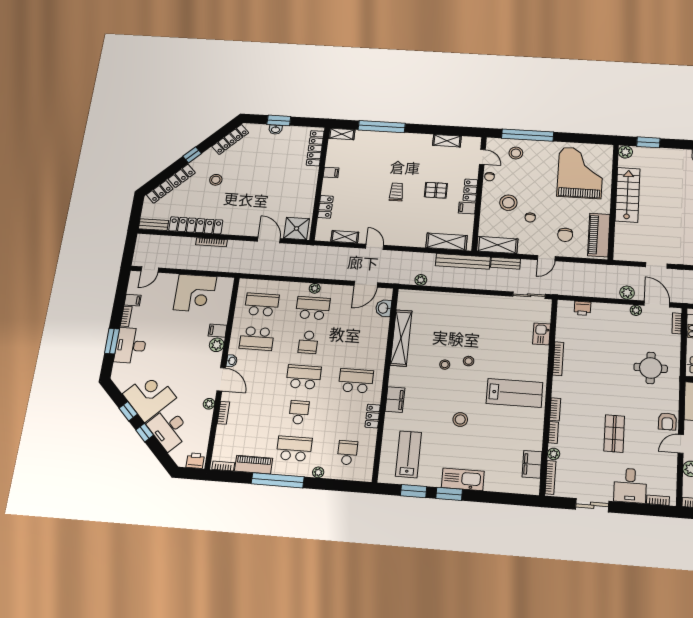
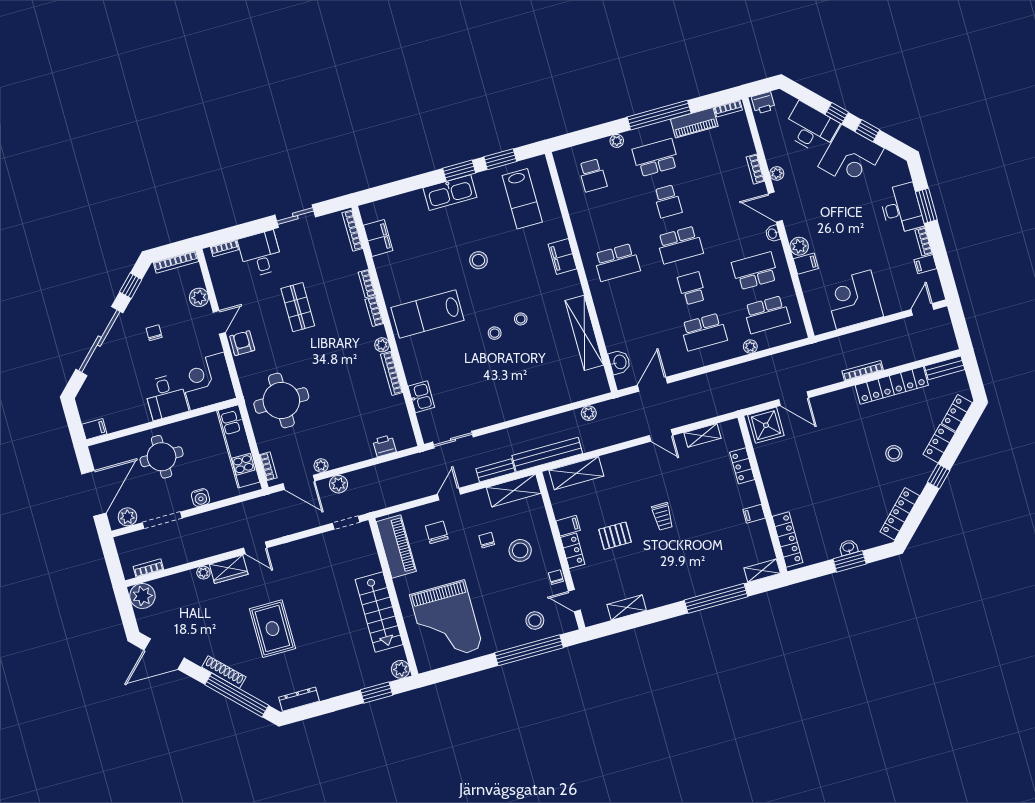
doorway: (656, 265) -> (346, 523), moved
plant: (315, 288) -> (750, 347), moved
round table: (651, 368) -> (281, 400), width x1.36, depth x1.36
locker: (373, 416) -> (581, 228), removed
school desk: (294, 449) -> (656, 158), turned 180
plant: (554, 454) -> (382, 345), moved

